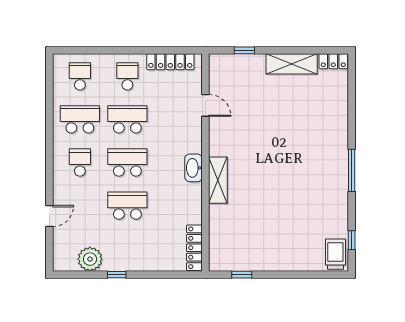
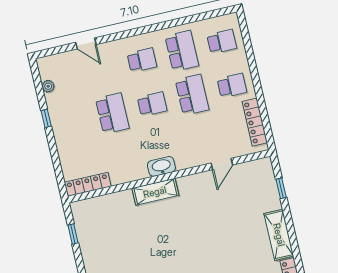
school desk: (127, 162) -> (152, 104), width x0.54
plant: (90, 259) -> (48, 86), width x0.53, depth x0.53

